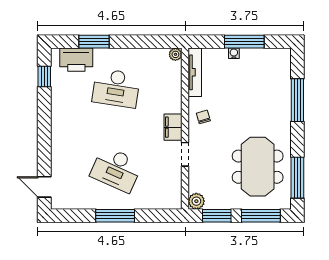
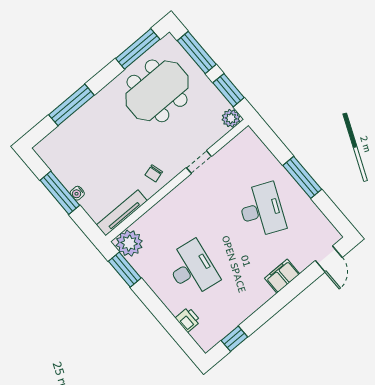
window: (94, 42) -> (125, 270), moved
plant: (175, 54) -> (129, 243), width x1.87, depth x1.87
printer: (76, 60) -> (188, 320), width x0.53, depth x0.68
filing cabinet: (173, 127) -> (282, 276), moved, turned 180

